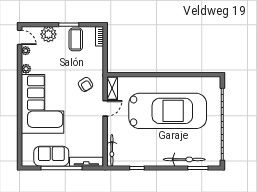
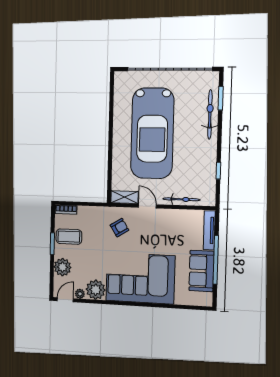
plant: (26, 69) -> (96, 290), width x1.88, depth x1.88
car: (168, 111) -> (152, 133), turned 180
bicycle: (112, 150) -> (181, 199), moved

